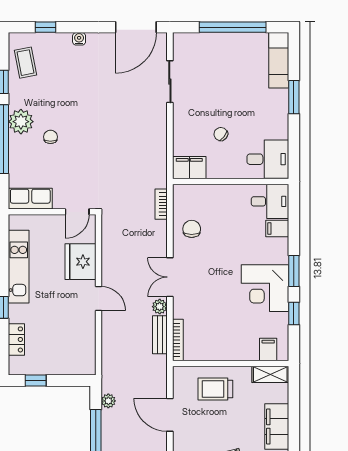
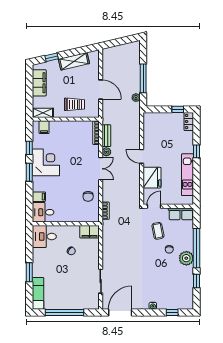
coffee table: (25, 63) -> (158, 231), moved
locker: (16, 339) -> (189, 122), moved

